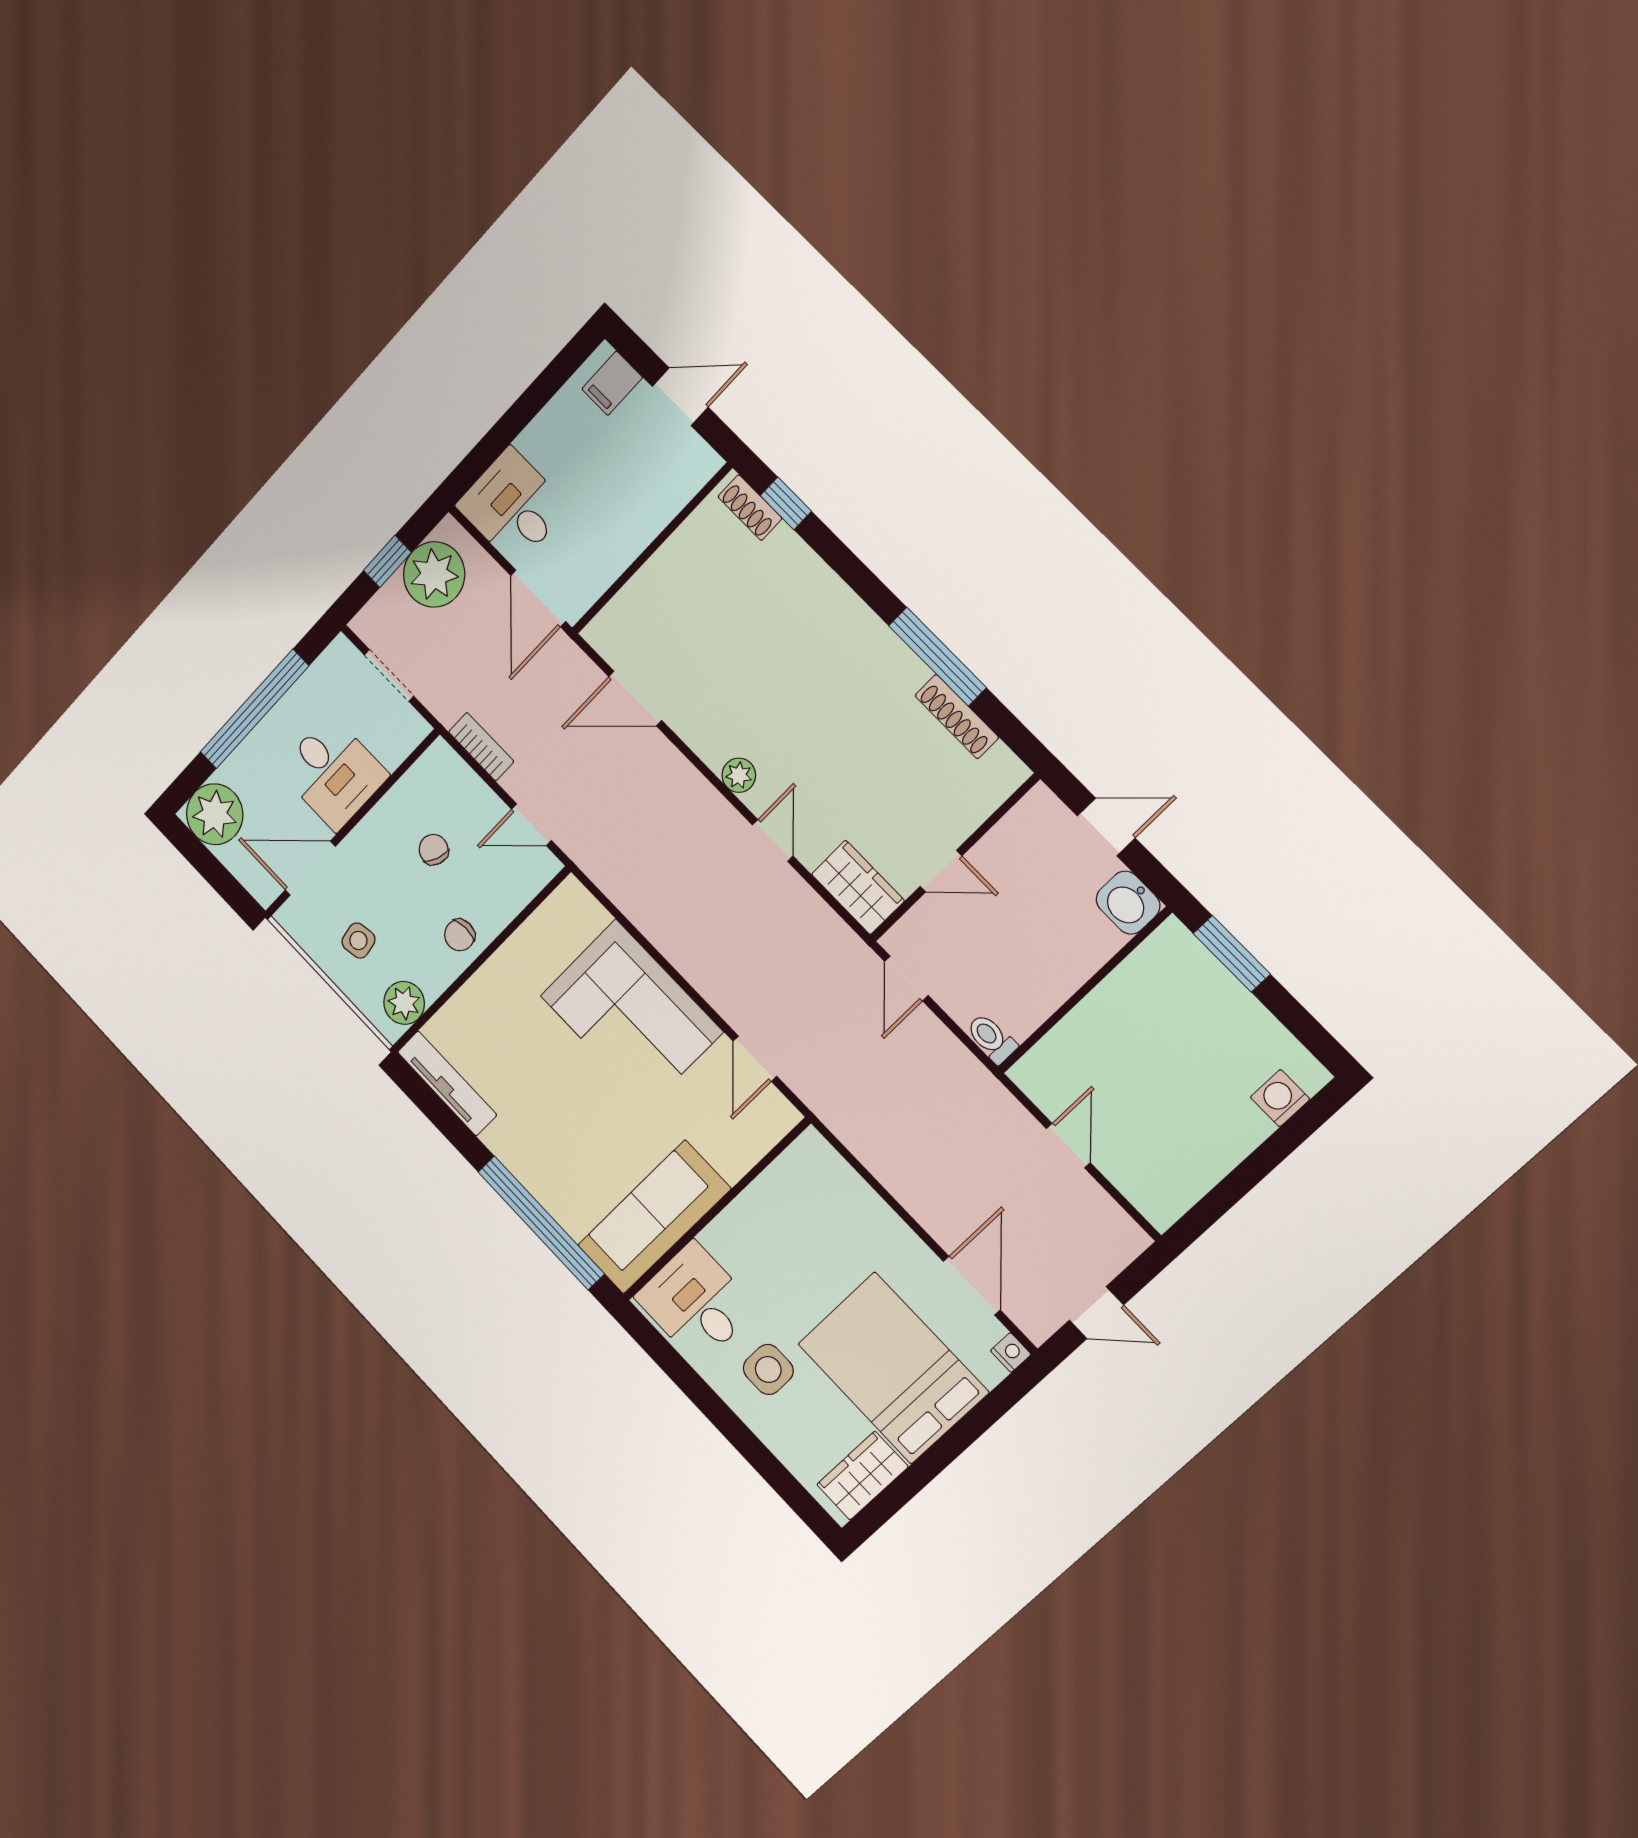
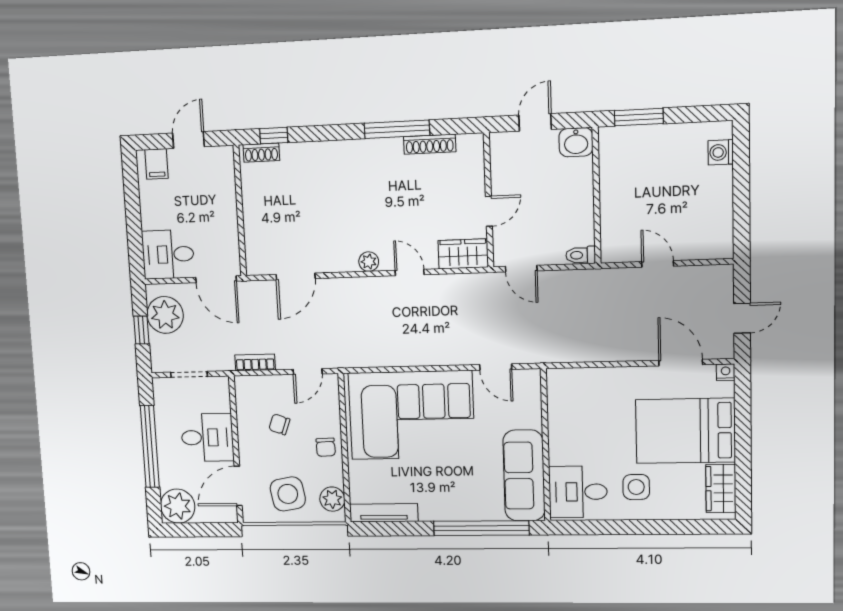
side table: (358, 941) -> (288, 494), width x1.87, depth x1.87
corner sofa: (631, 1014) -> (411, 415), width x1.36, depth x1.36

